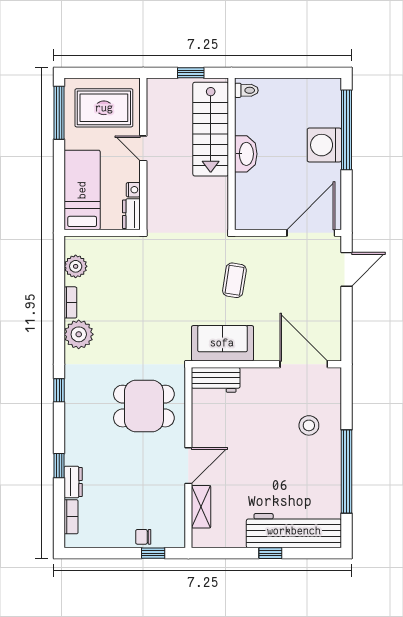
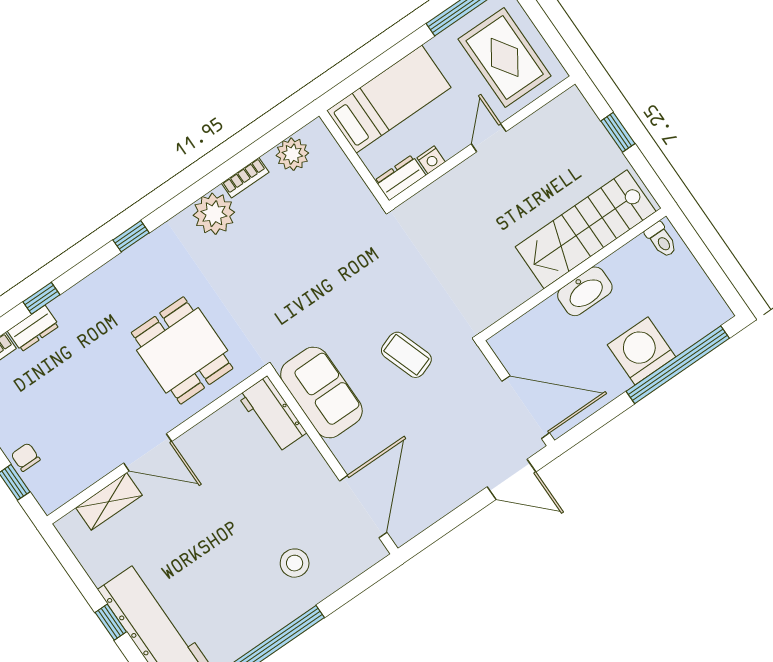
toilet: (246, 90) -> (661, 240), moved
stairs: (211, 129) -> (586, 229), moved
wall: (231, 154) -> (573, 274), moved
washbasin: (246, 154) -> (585, 291), moved
coffee table: (234, 280) -> (406, 355), turned 62

